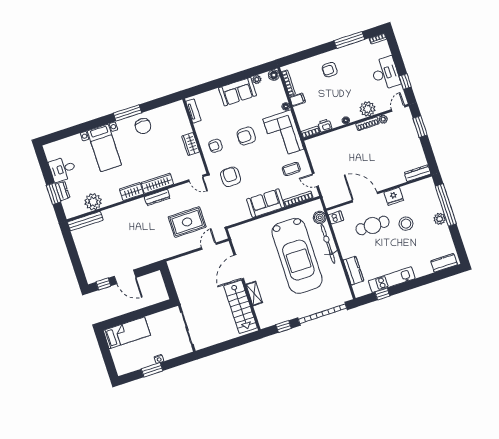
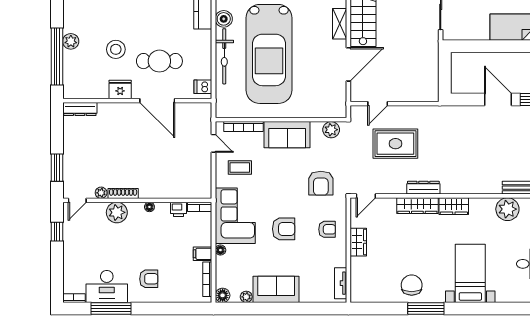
desk: (385, 73) -> (107, 286), moved, turned -90
door: (196, 178) -> (366, 196), swing flipped
plant: (236, 217) -> (331, 130), added
boiler: (320, 217) -> (224, 19), moved
car: (297, 256) -> (269, 54), turned 180

